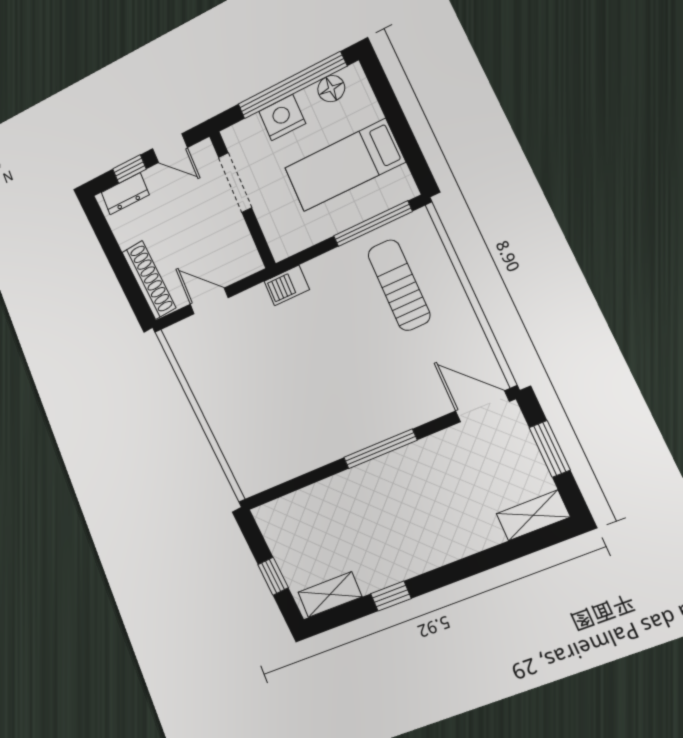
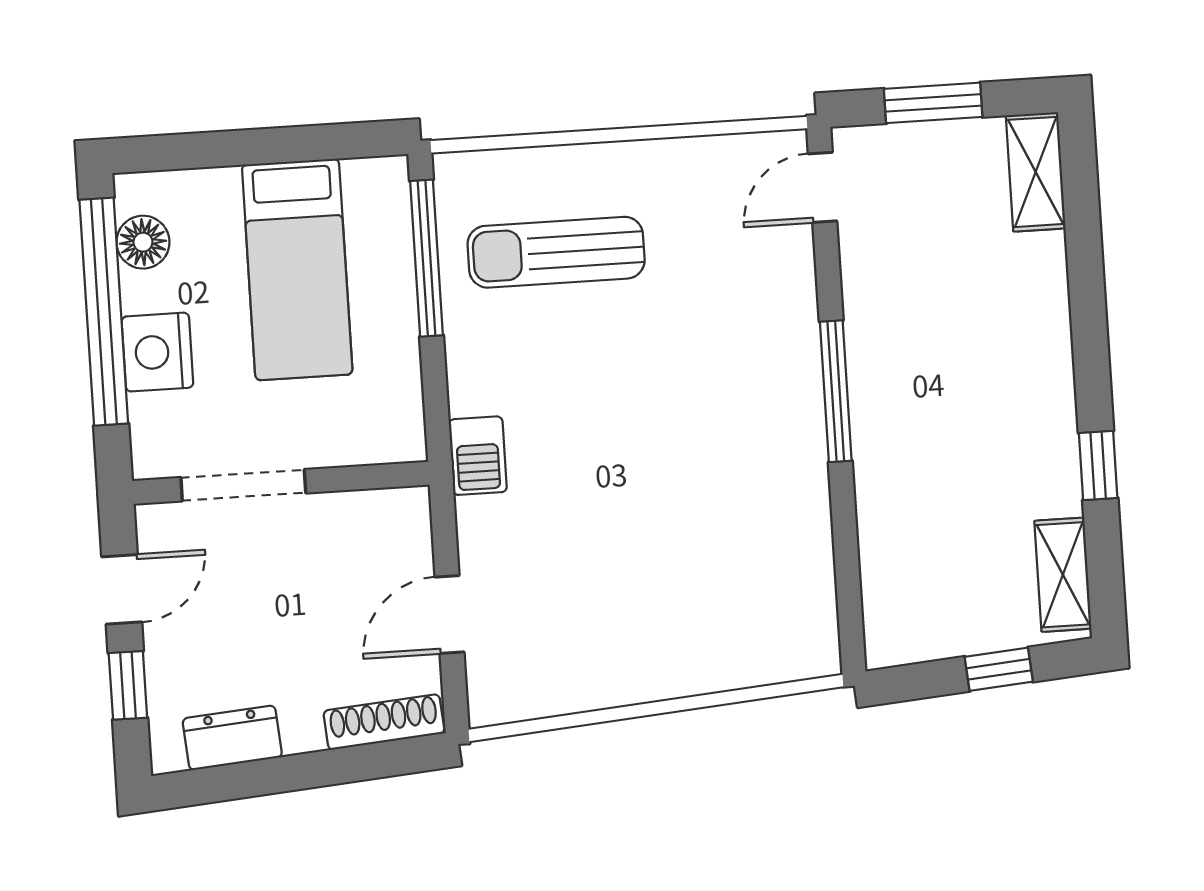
dresser: (125, 194) -> (232, 738), moved, turned -95
shoe rack: (149, 280) -> (384, 722), width x0.74, depth x0.81
door: (482, 406) -> (823, 187), width x0.73

